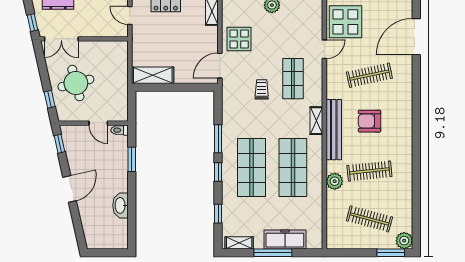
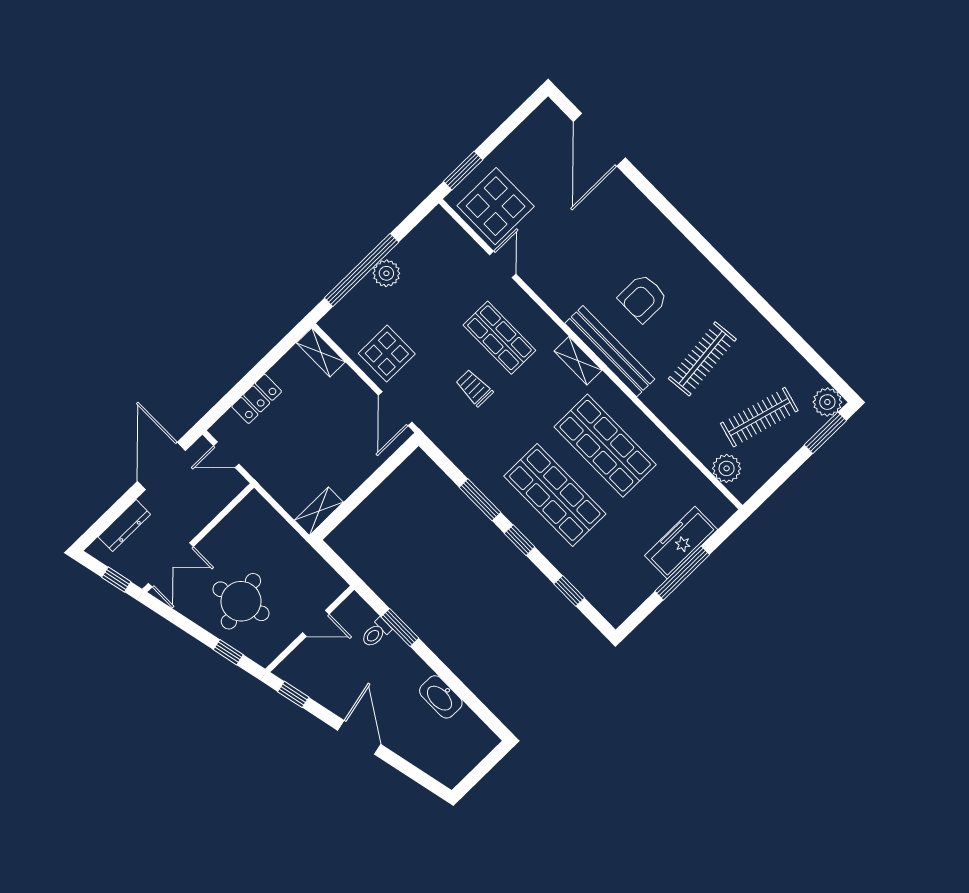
shelving: (153, 75) -> (319, 511), width x0.67, depth x0.75
clothes rail: (369, 75) -> (588, 242), removed
toilet: (120, 130) -> (376, 633), moved
plant: (335, 181) -> (727, 468), moved
shelving: (239, 243) -> (629, 601), removed

